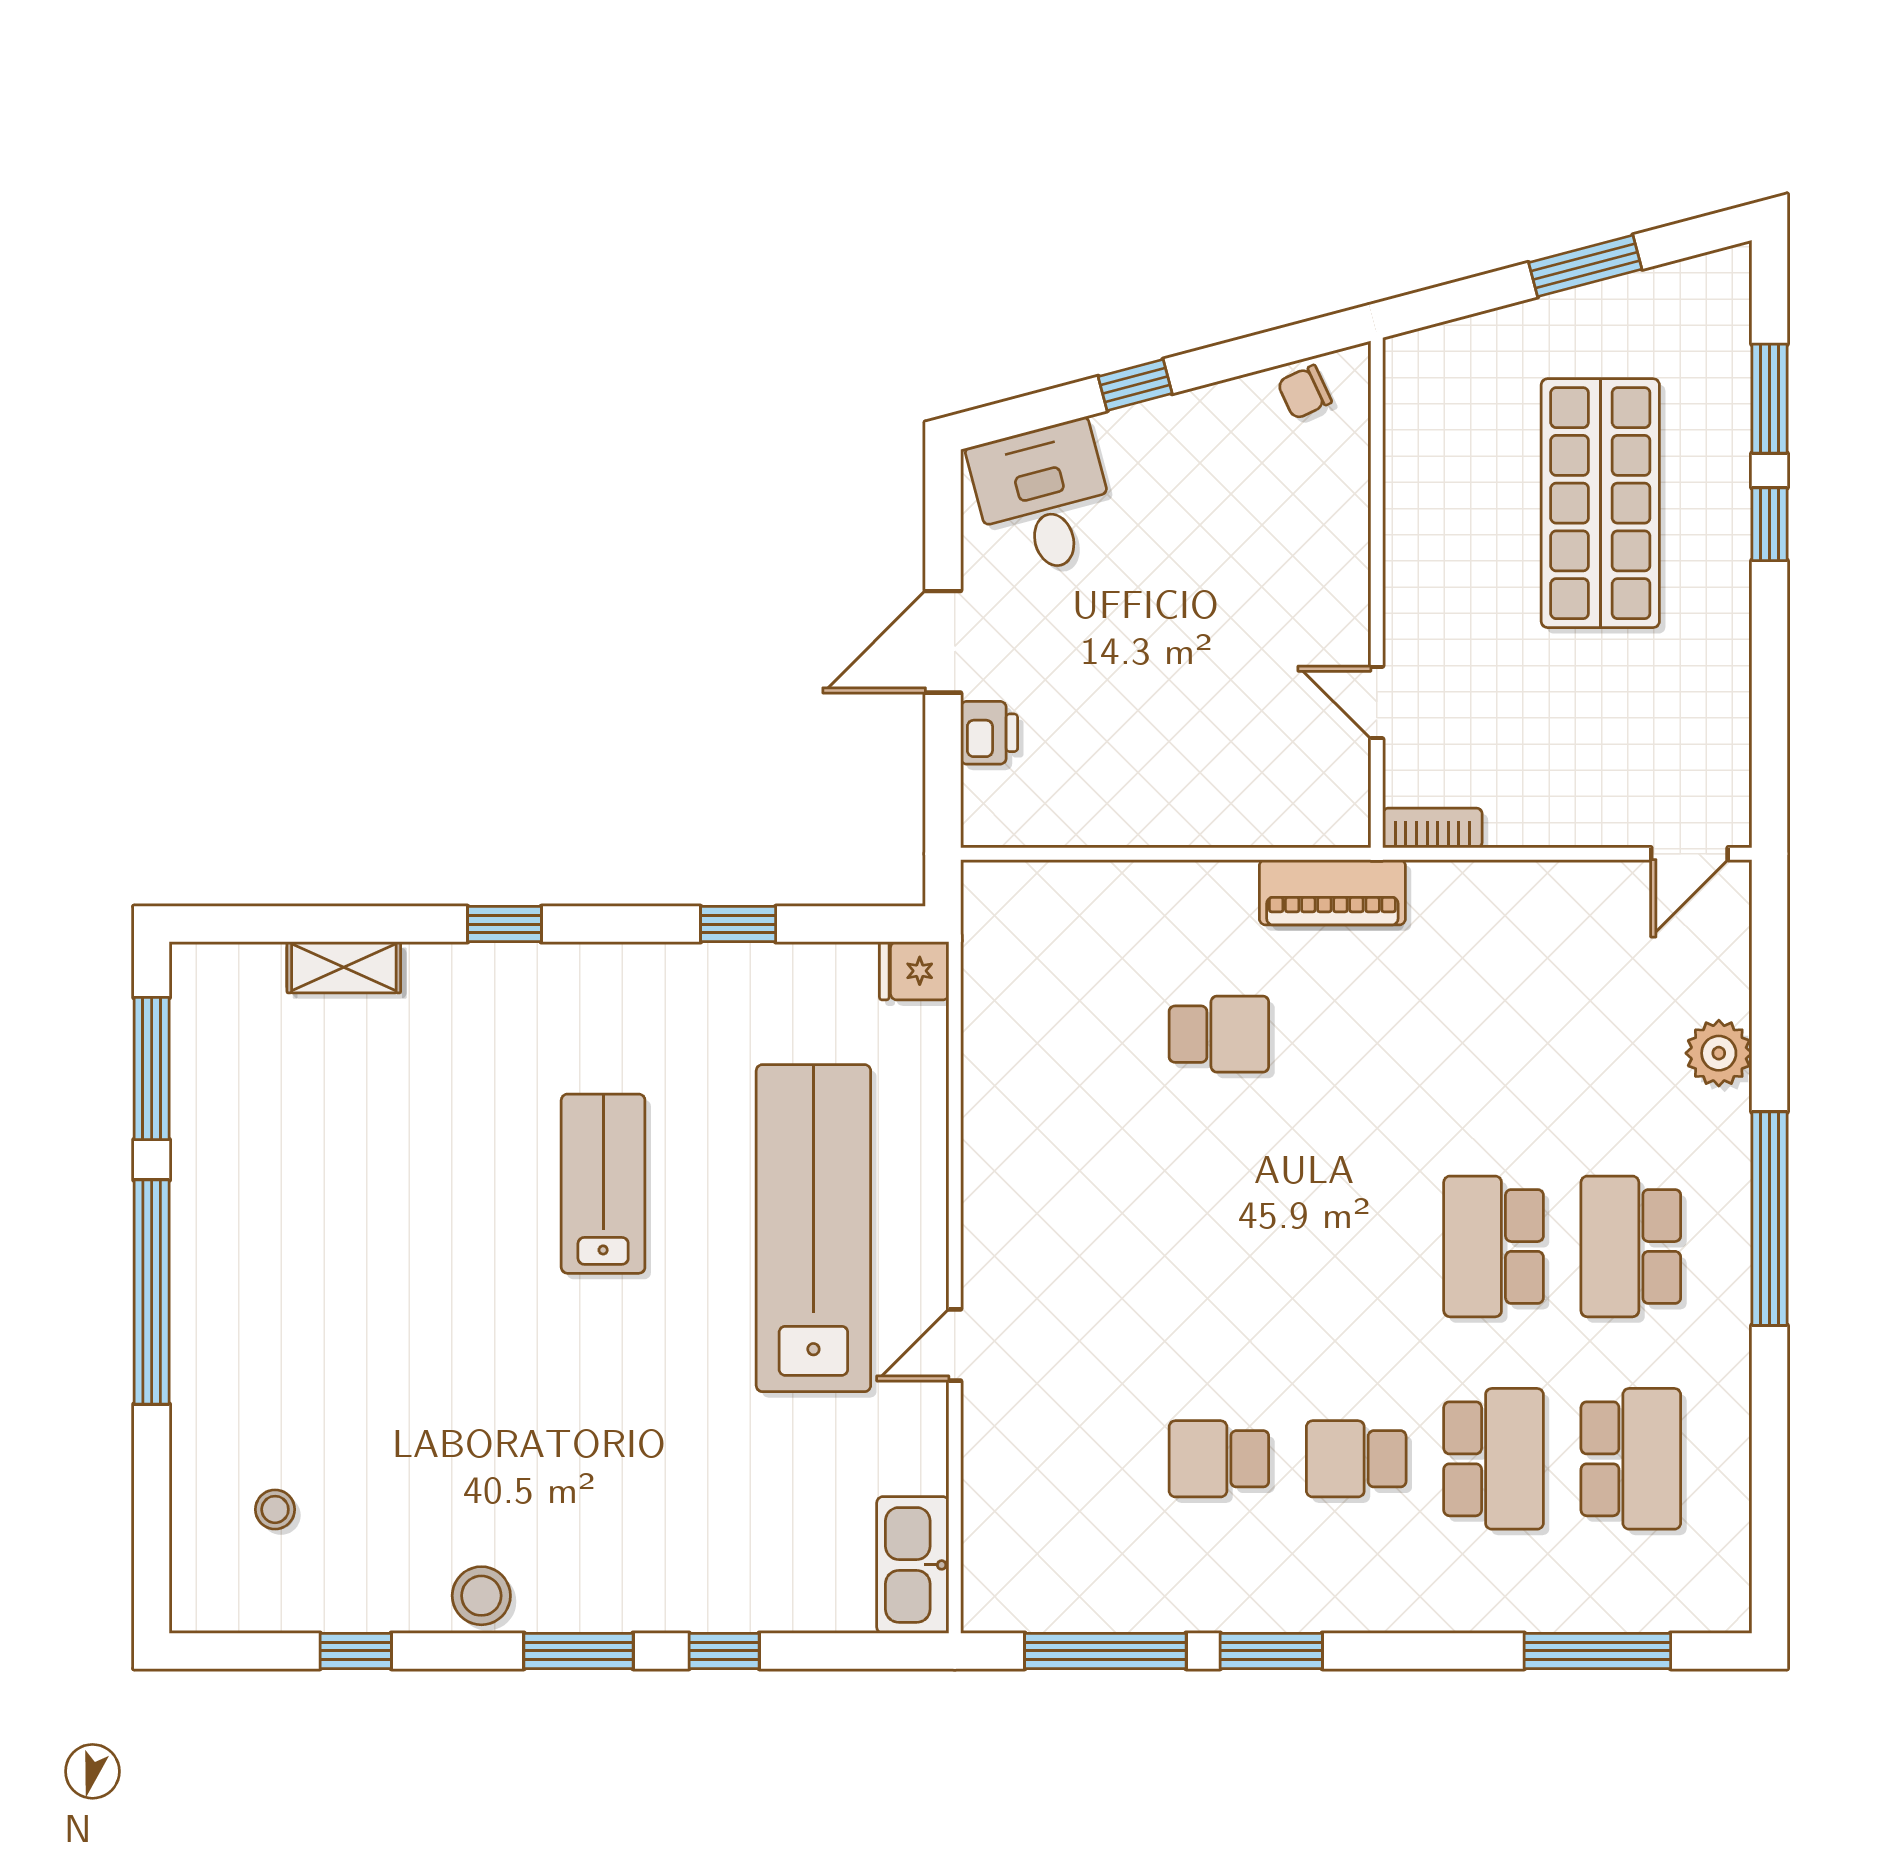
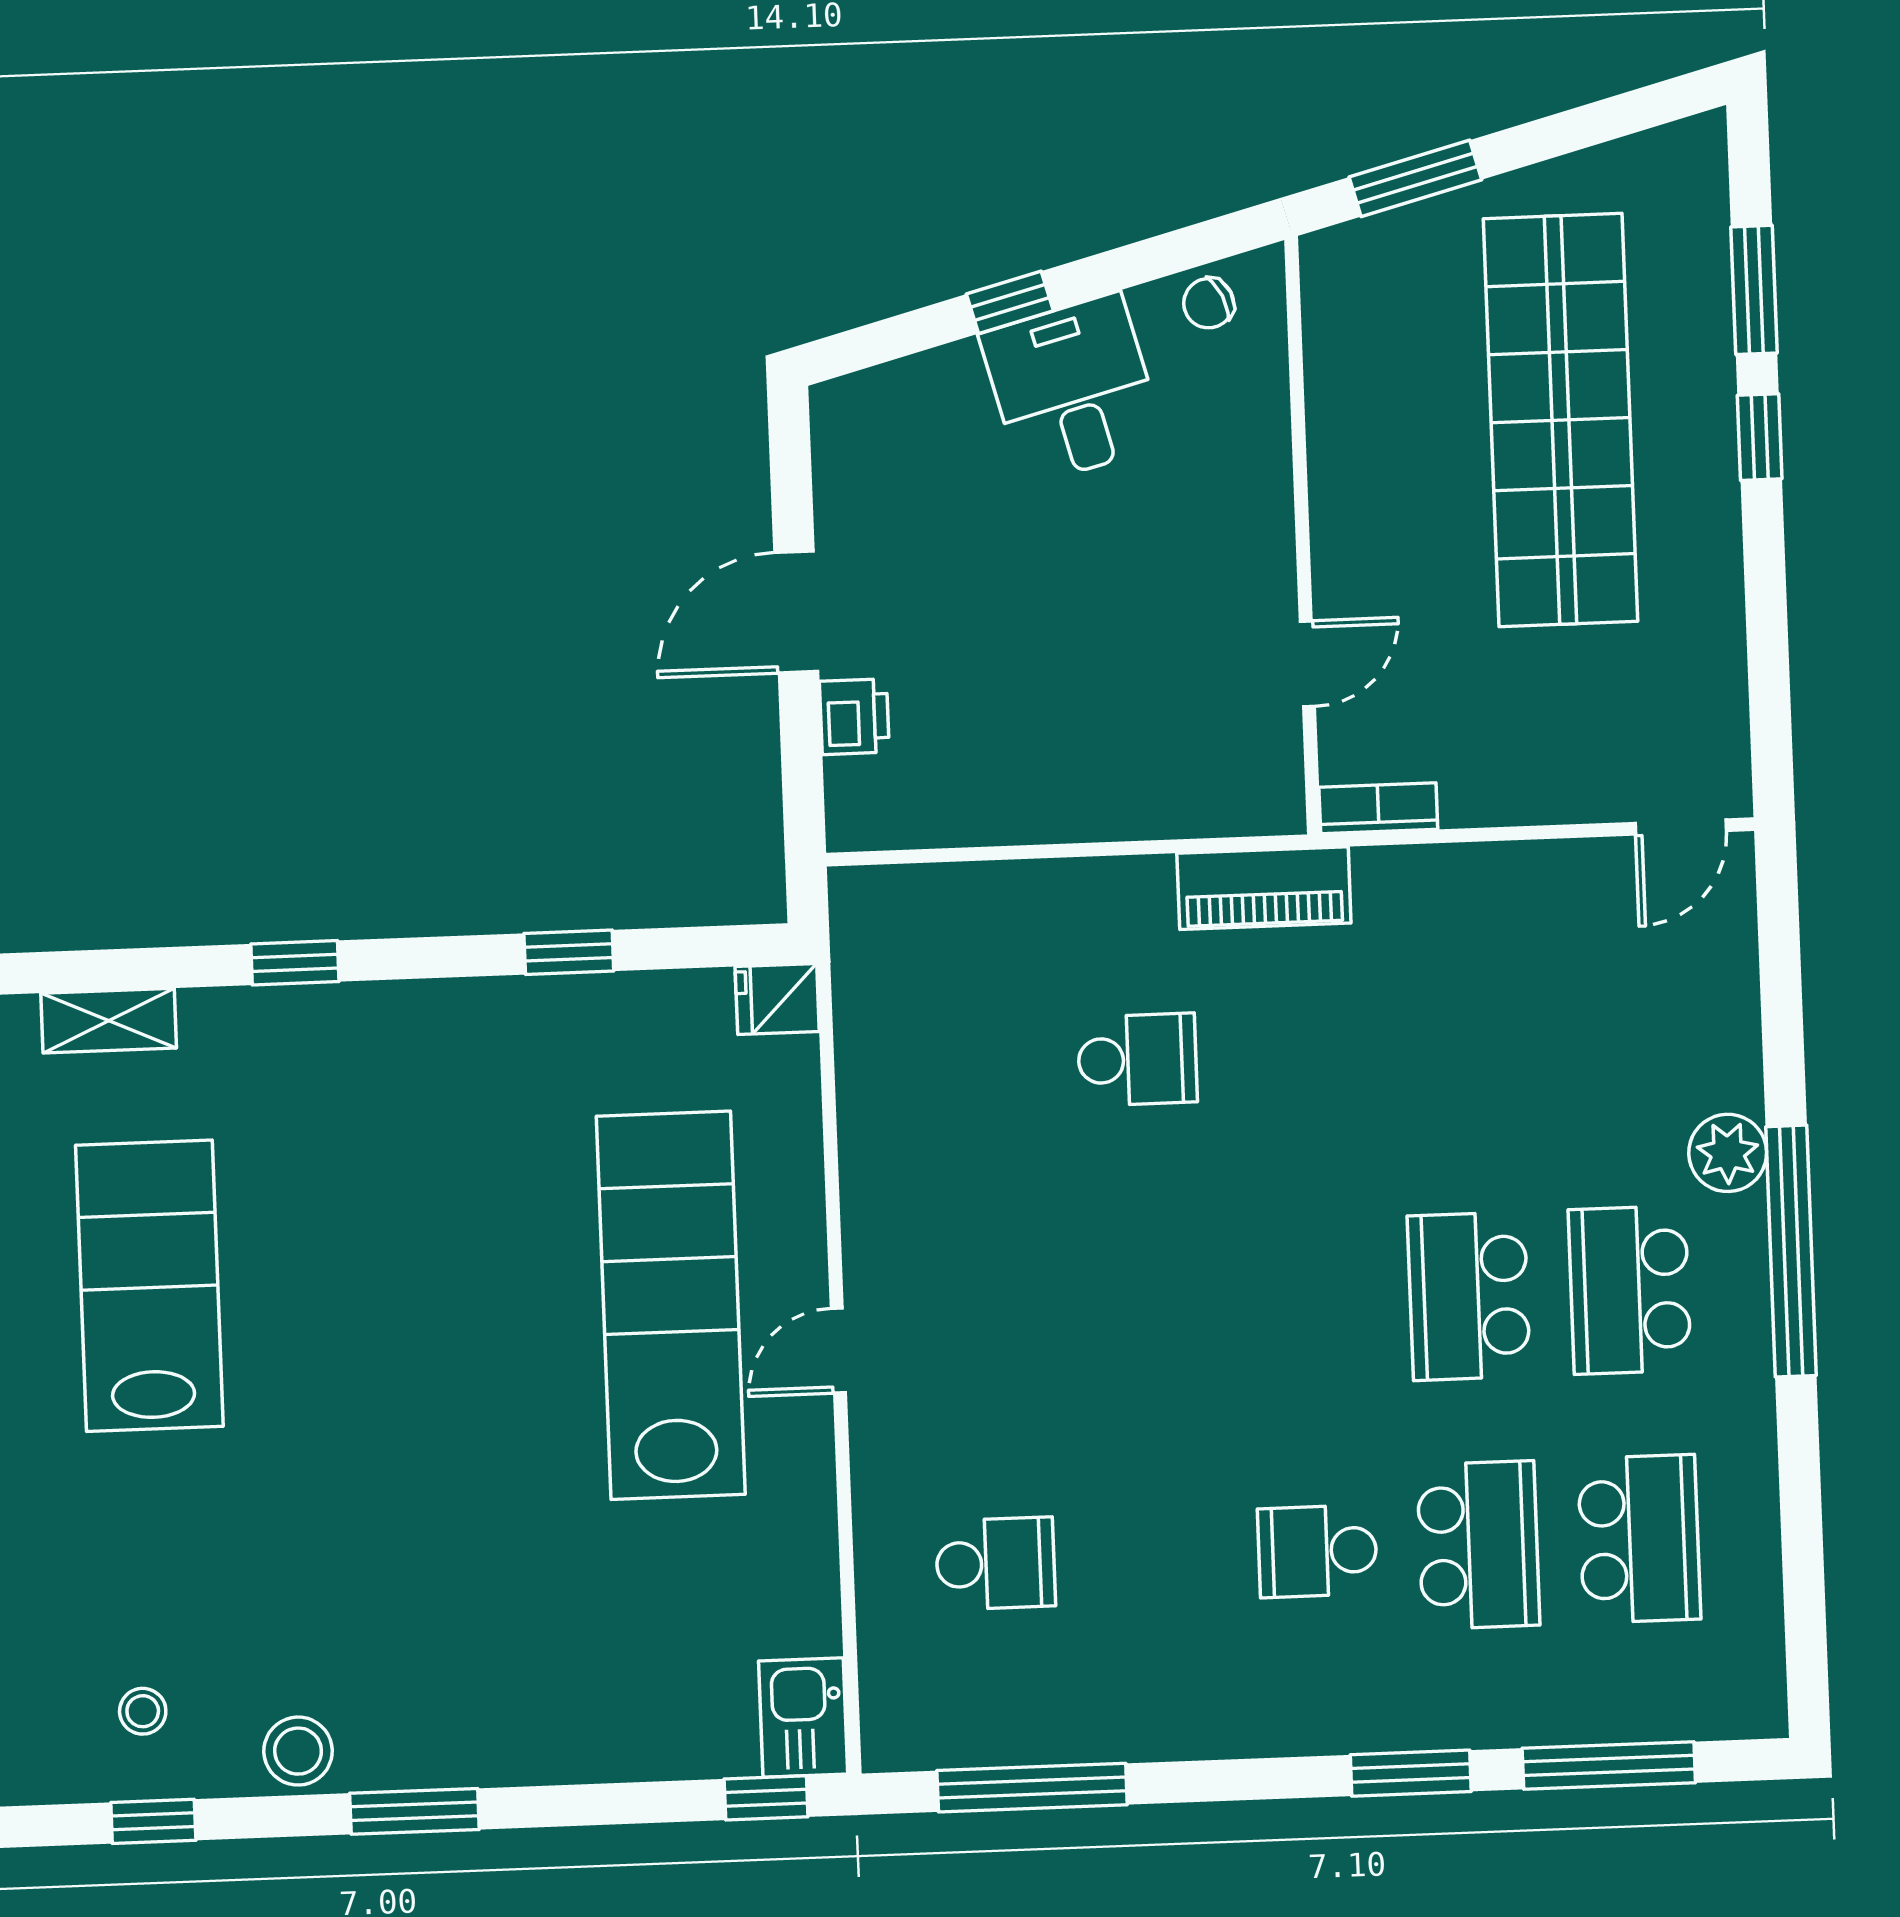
window: (1585, 266) -> (1415, 178), moved
desk: (1043, 499) -> (1072, 389), moved
shop shelf: (1600, 503) -> (1560, 420), width x1.40
door: (1377, 702) -> (1307, 664), swing flipped
plant: (1719, 1053) -> (1728, 1153), moved
lab bench: (603, 1184) -> (149, 1286), moved, width x1.36, depth x1.39
door: (955, 1345) -> (838, 1351), moved
school desk: (1219, 1459) -> (996, 1564), moved, turned 180
stool: (275, 1509) -> (143, 1711), moved
kitchen sink: (913, 1565) -> (803, 1717), width x0.73
window: (724, 1651) -> (766, 1798), moved
window: (1271, 1651) -> (1411, 1773), moved

